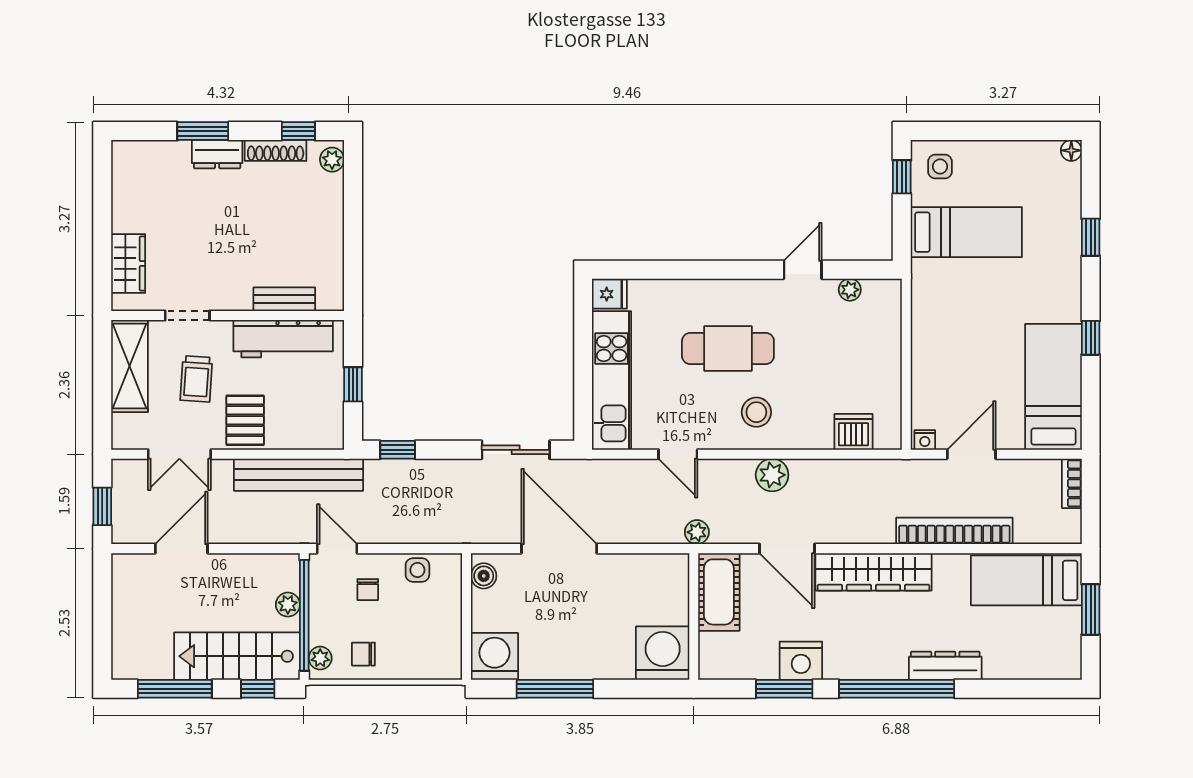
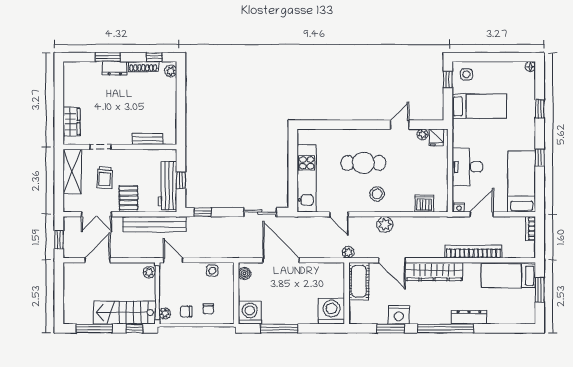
fridge: (609, 294) -> (436, 137), moved, turned 90
workbench: (283, 339) -> (167, 186), moved, turned 90
desk: (942, 357) -> (467, 167), added
chair: (368, 590) -> (208, 309), moved
plant: (288, 605) -> (149, 272), moved

